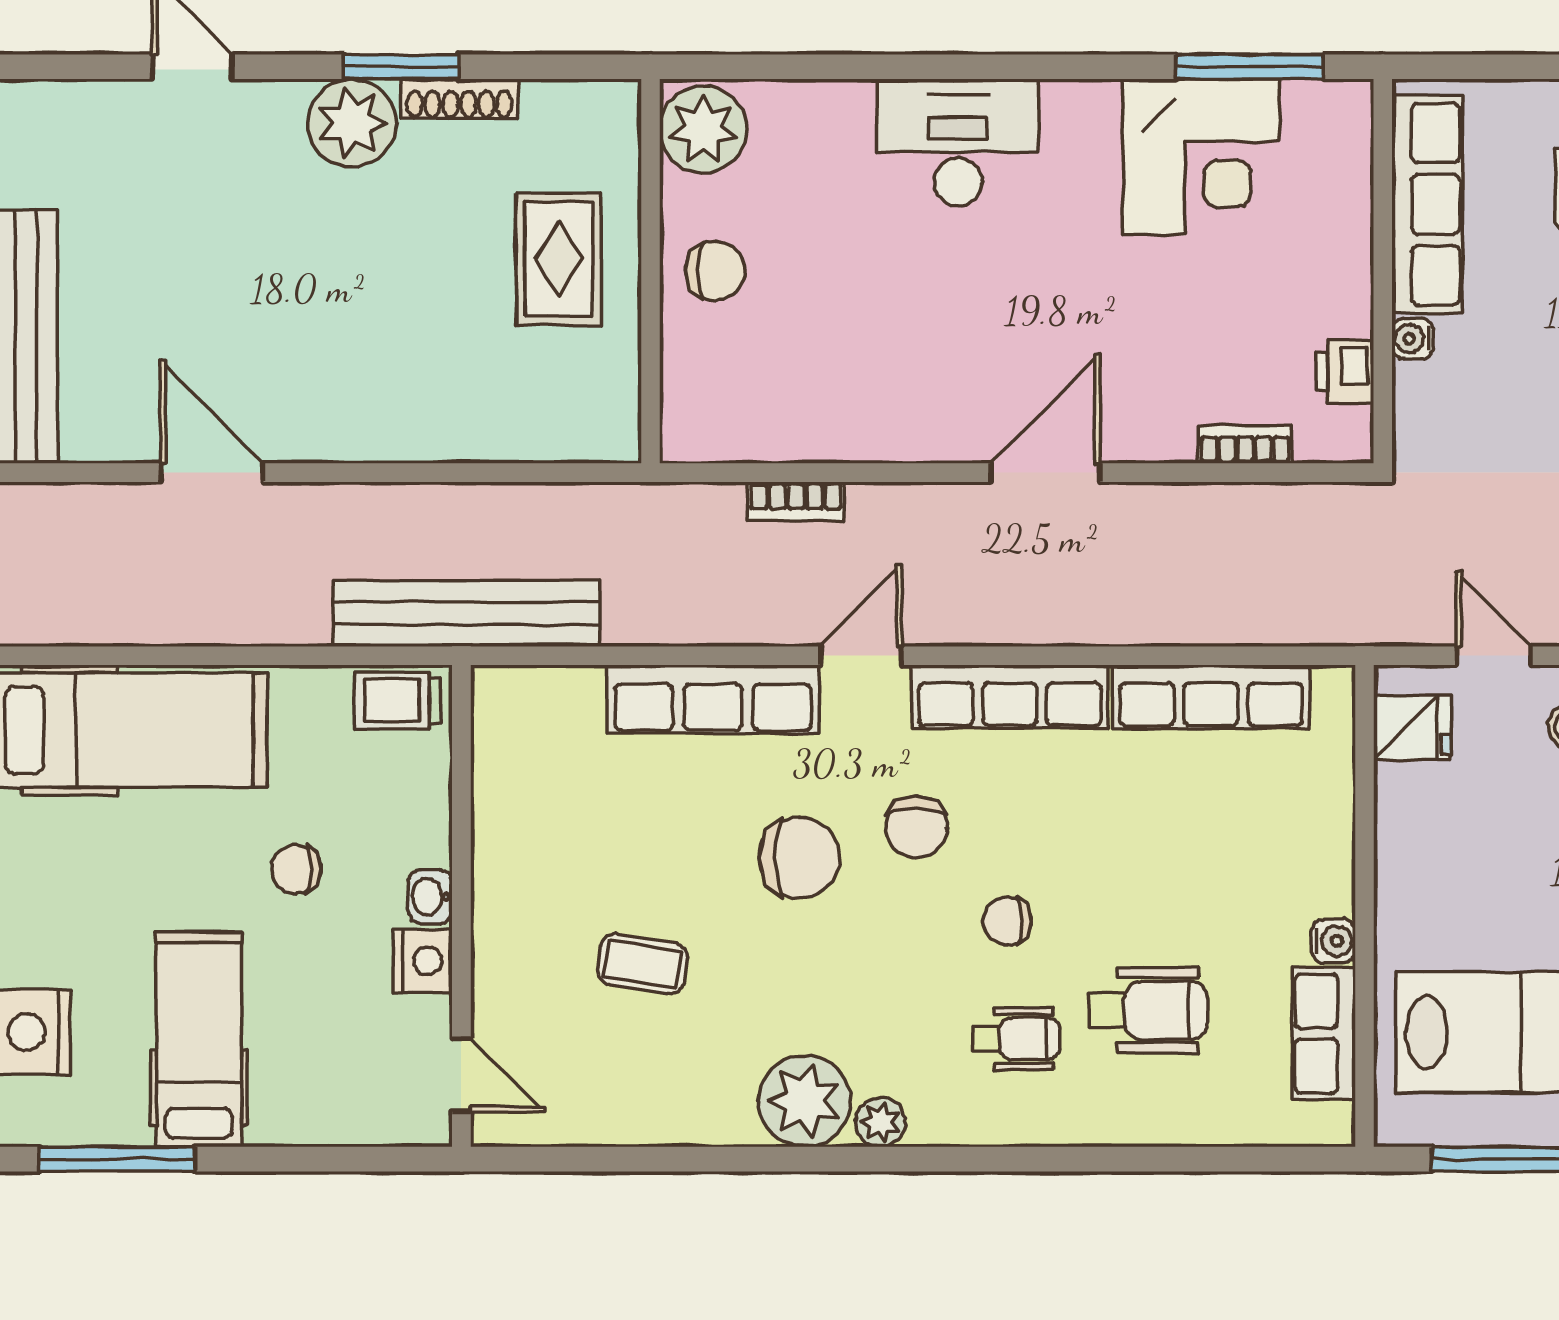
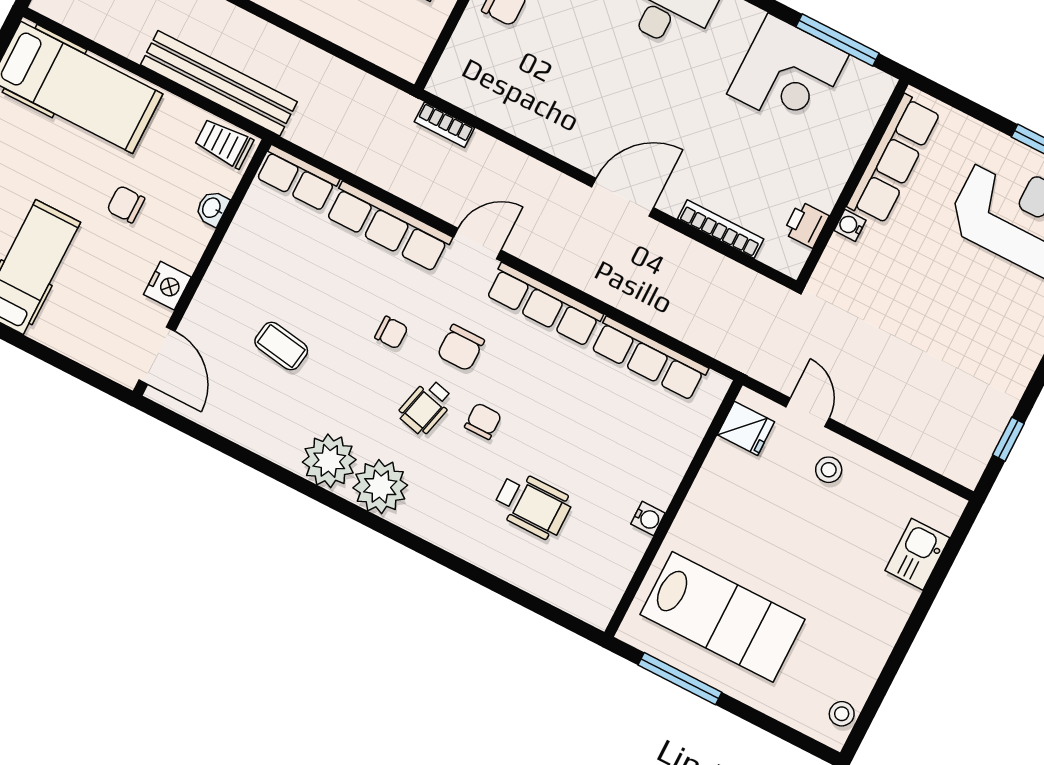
bookcase: (1245, 445) -> (721, 229), width x1.56
bookcase: (796, 501) -> (444, 125), moved
bench: (466, 613) -> (219, 83), moved
chair: (799, 858) -> (391, 333), width x0.54, depth x0.54
washbasin: (430, 897) -> (212, 208), moved
chair: (1007, 921) -> (483, 421), turned 90
row of seats: (1324, 1034) -> (297, 178), moved, turned -90
wheelchair: (1017, 1039) -> (426, 407), moved, turned 104
door: (461, 1075) -> (157, 356), width x1.38
plant: (880, 1122) -> (380, 487), width x1.88, depth x1.88

